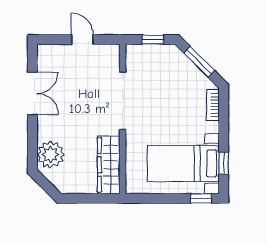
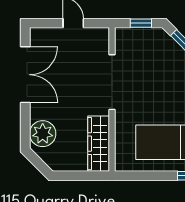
double door: (32, 93) -> (25, 75), width x1.37

